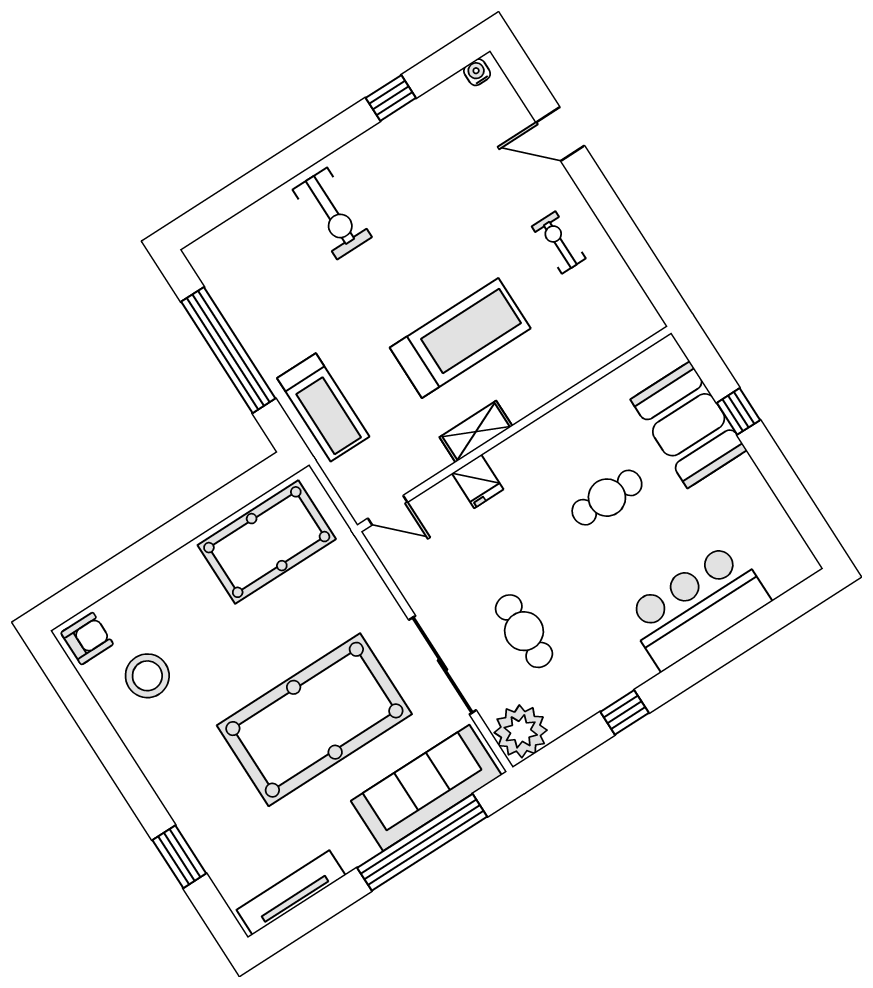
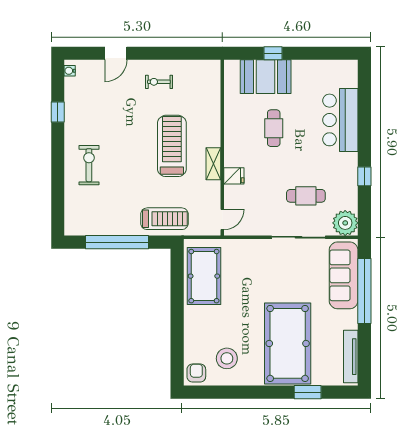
exercise bike: (332, 213) -> (89, 165), turned -90
pool table: (314, 720) -> (288, 343), moved

